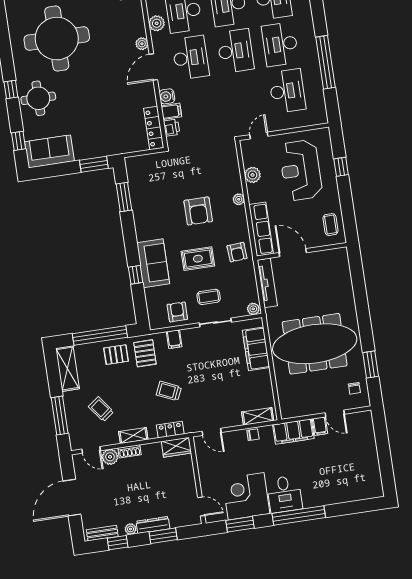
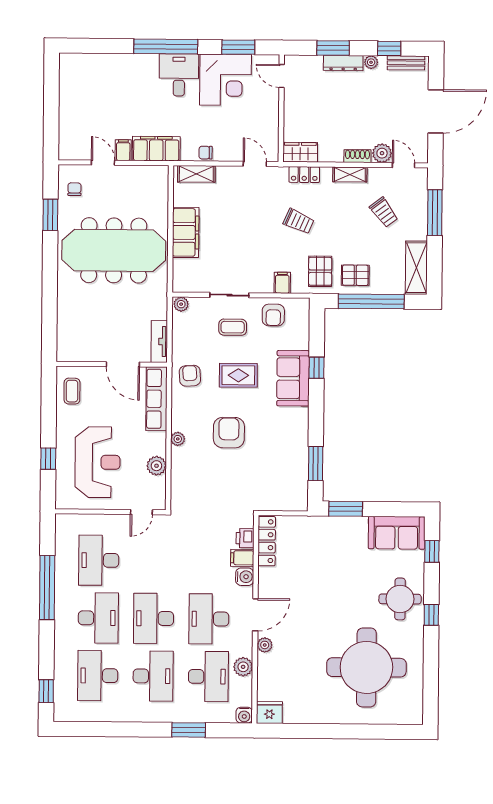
tv unit: (267, 283) -> (159, 341), width x0.71
filing cabinet: (256, 349) -> (186, 232), moved

